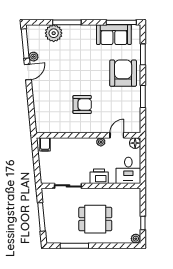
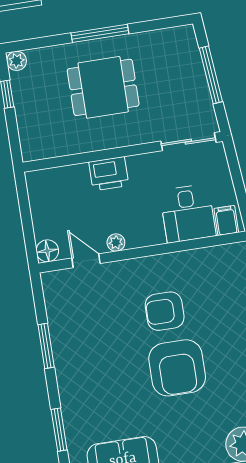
armchair: (123, 73) -> (177, 368), moved
door: (117, 135) -> (86, 261), swing flipped
desk: (128, 170) -> (188, 213), moved, turned 180
sliding door: (68, 186) -> (188, 142), moved
window: (74, 246) -> (100, 33), moved

